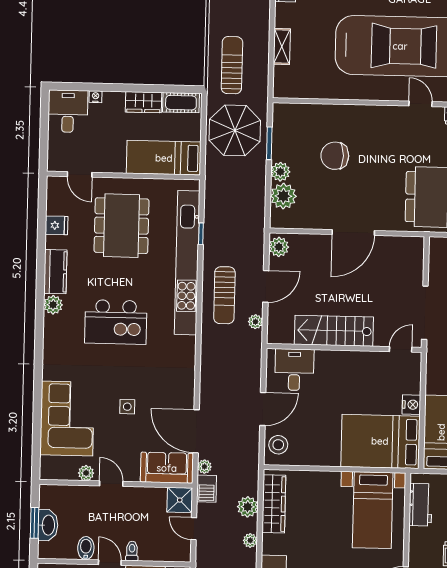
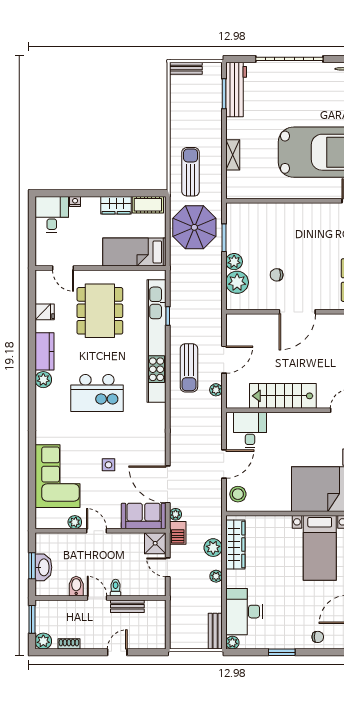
chair: (335, 156) -> (277, 275), moved, width x0.54, depth x0.54
plant: (279, 247) -> (234, 326), removed

